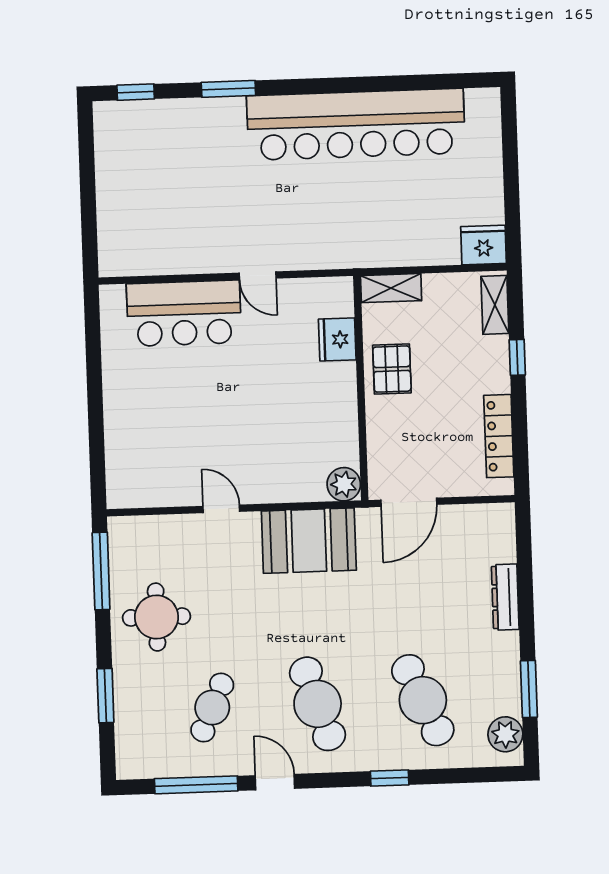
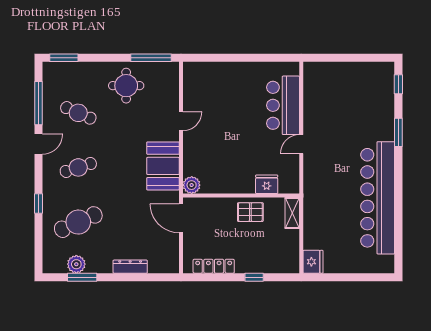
shelving: (495, 305) -> (282, 266), removed
window: (105, 696) -> (64, 58), moved
cafe table: (318, 704) -> (78, 167), width x0.73, depth x0.74
plant: (505, 734) -> (76, 264), moved

